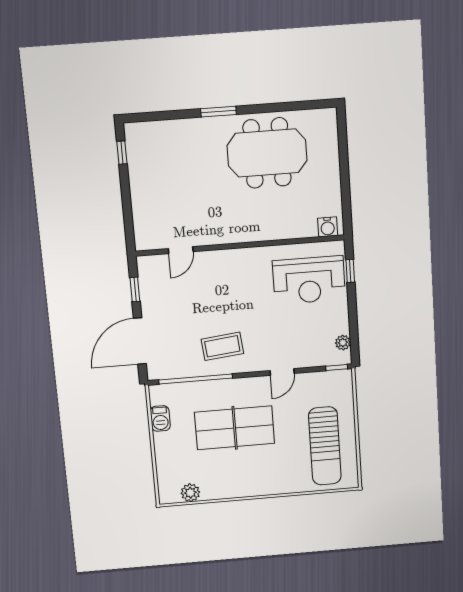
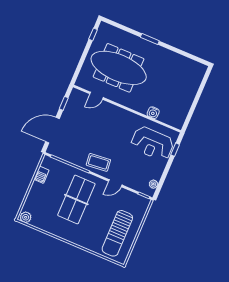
meeting table: (267, 153) -> (119, 68), moved, width x1.36
water cooler: (328, 227) -> (153, 113), moved
coffee table: (222, 346) -> (98, 162), moved
table tennis table: (235, 428) -> (76, 200), turned 90
plant: (190, 493) -> (26, 217), moved

